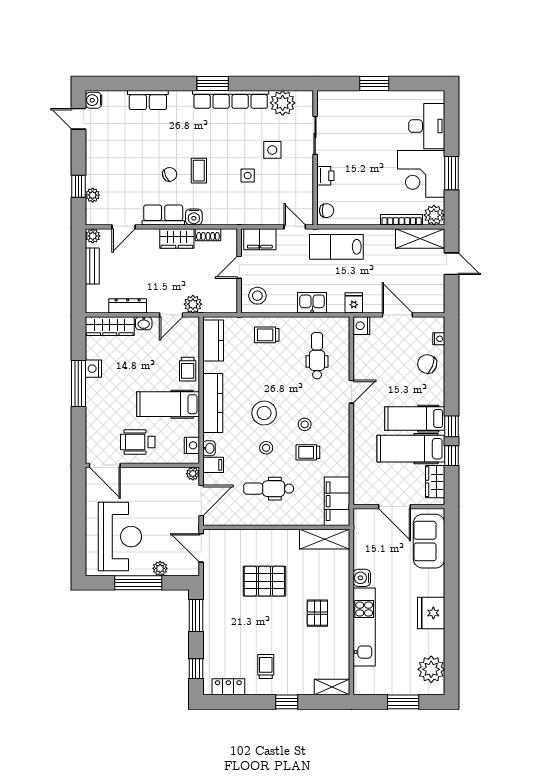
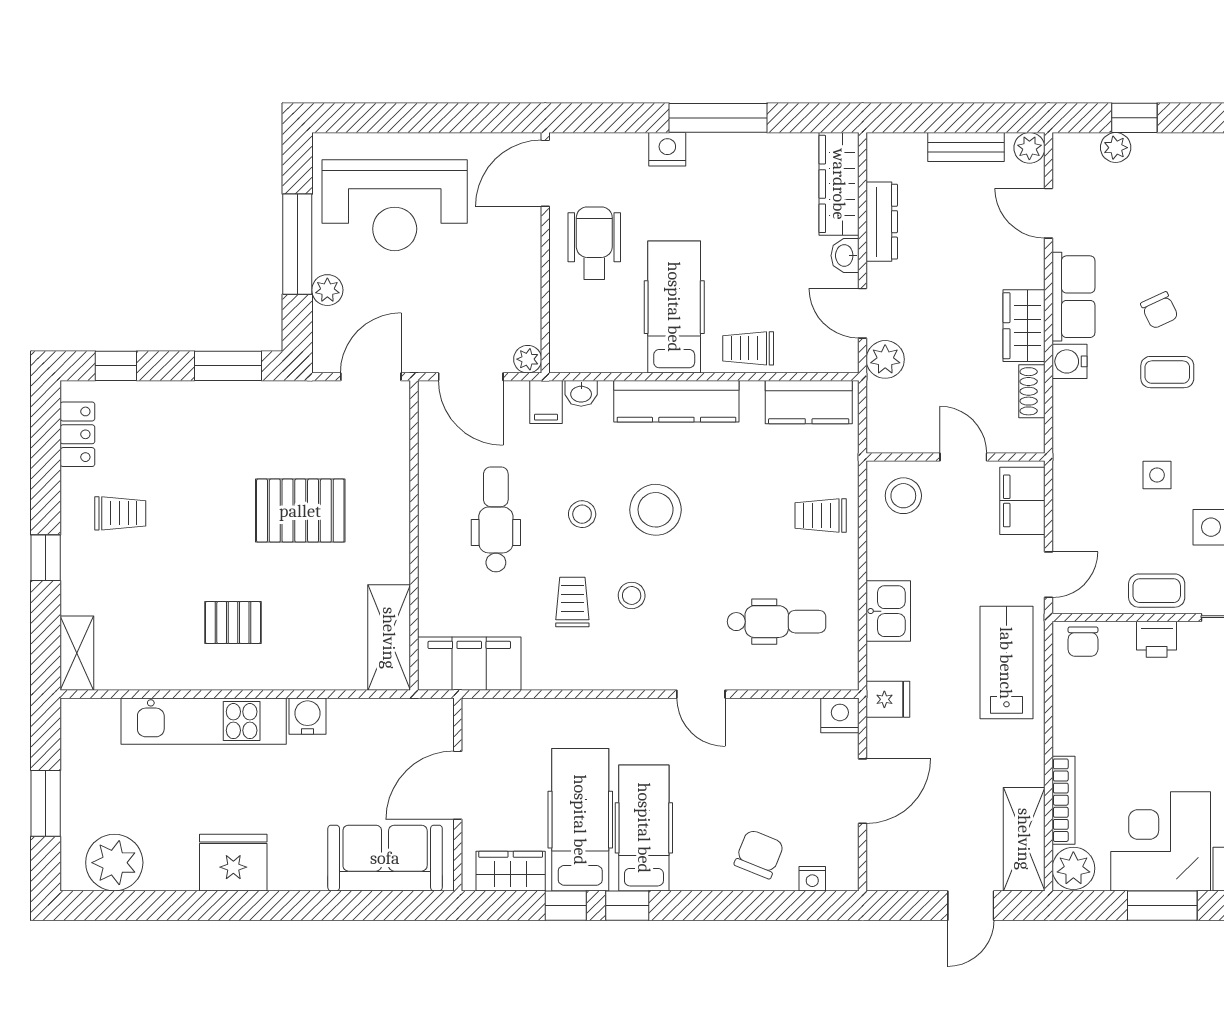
coffee table: (302, 176) -> (1157, 591), added
trolley: (267, 335) -> (821, 515), turned -90
nightstand: (93, 369) -> (667, 149), moved
nightstand: (192, 445) -> (587, 357), removed
pallet: (264, 581) -> (300, 511), turned 90

